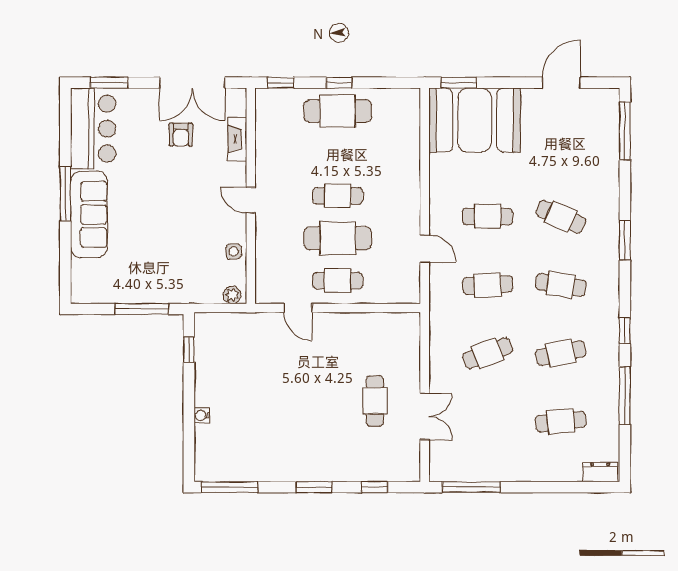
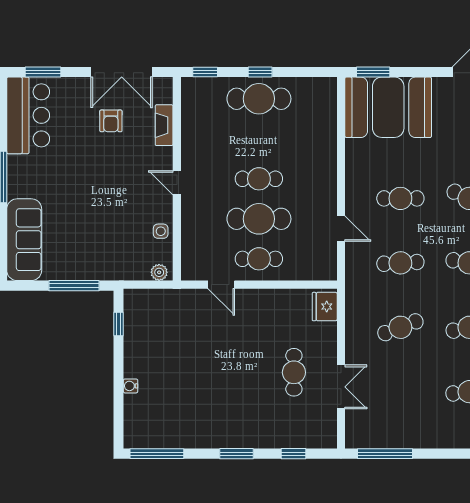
sofa: (89, 214) -> (24, 240), moved
fridge: (407, 331) -> (325, 307), added

